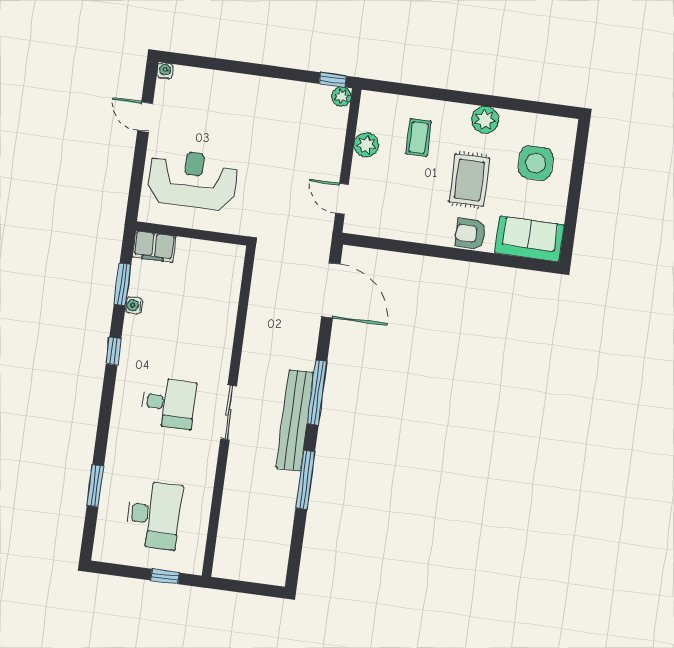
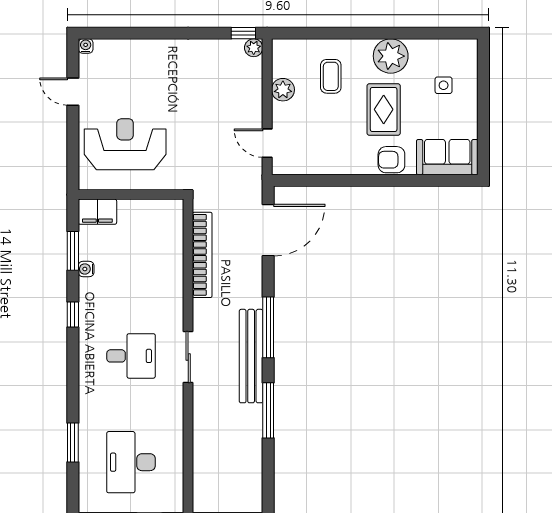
plant: (485, 120) -> (391, 56), width x1.36, depth x1.36
side table: (536, 163) -> (444, 85), width x0.54, depth x0.54
door: (331, 290) -> (268, 230), hinge flipped
bookcase: (258, 307) -> (202, 255), added
desk: (154, 515) -> (131, 462), turned 180

